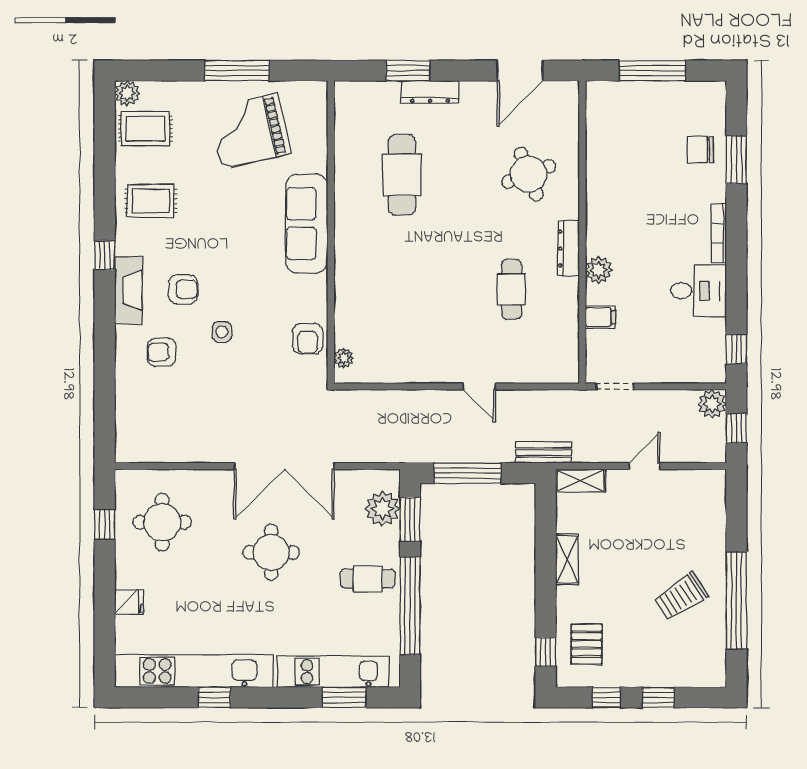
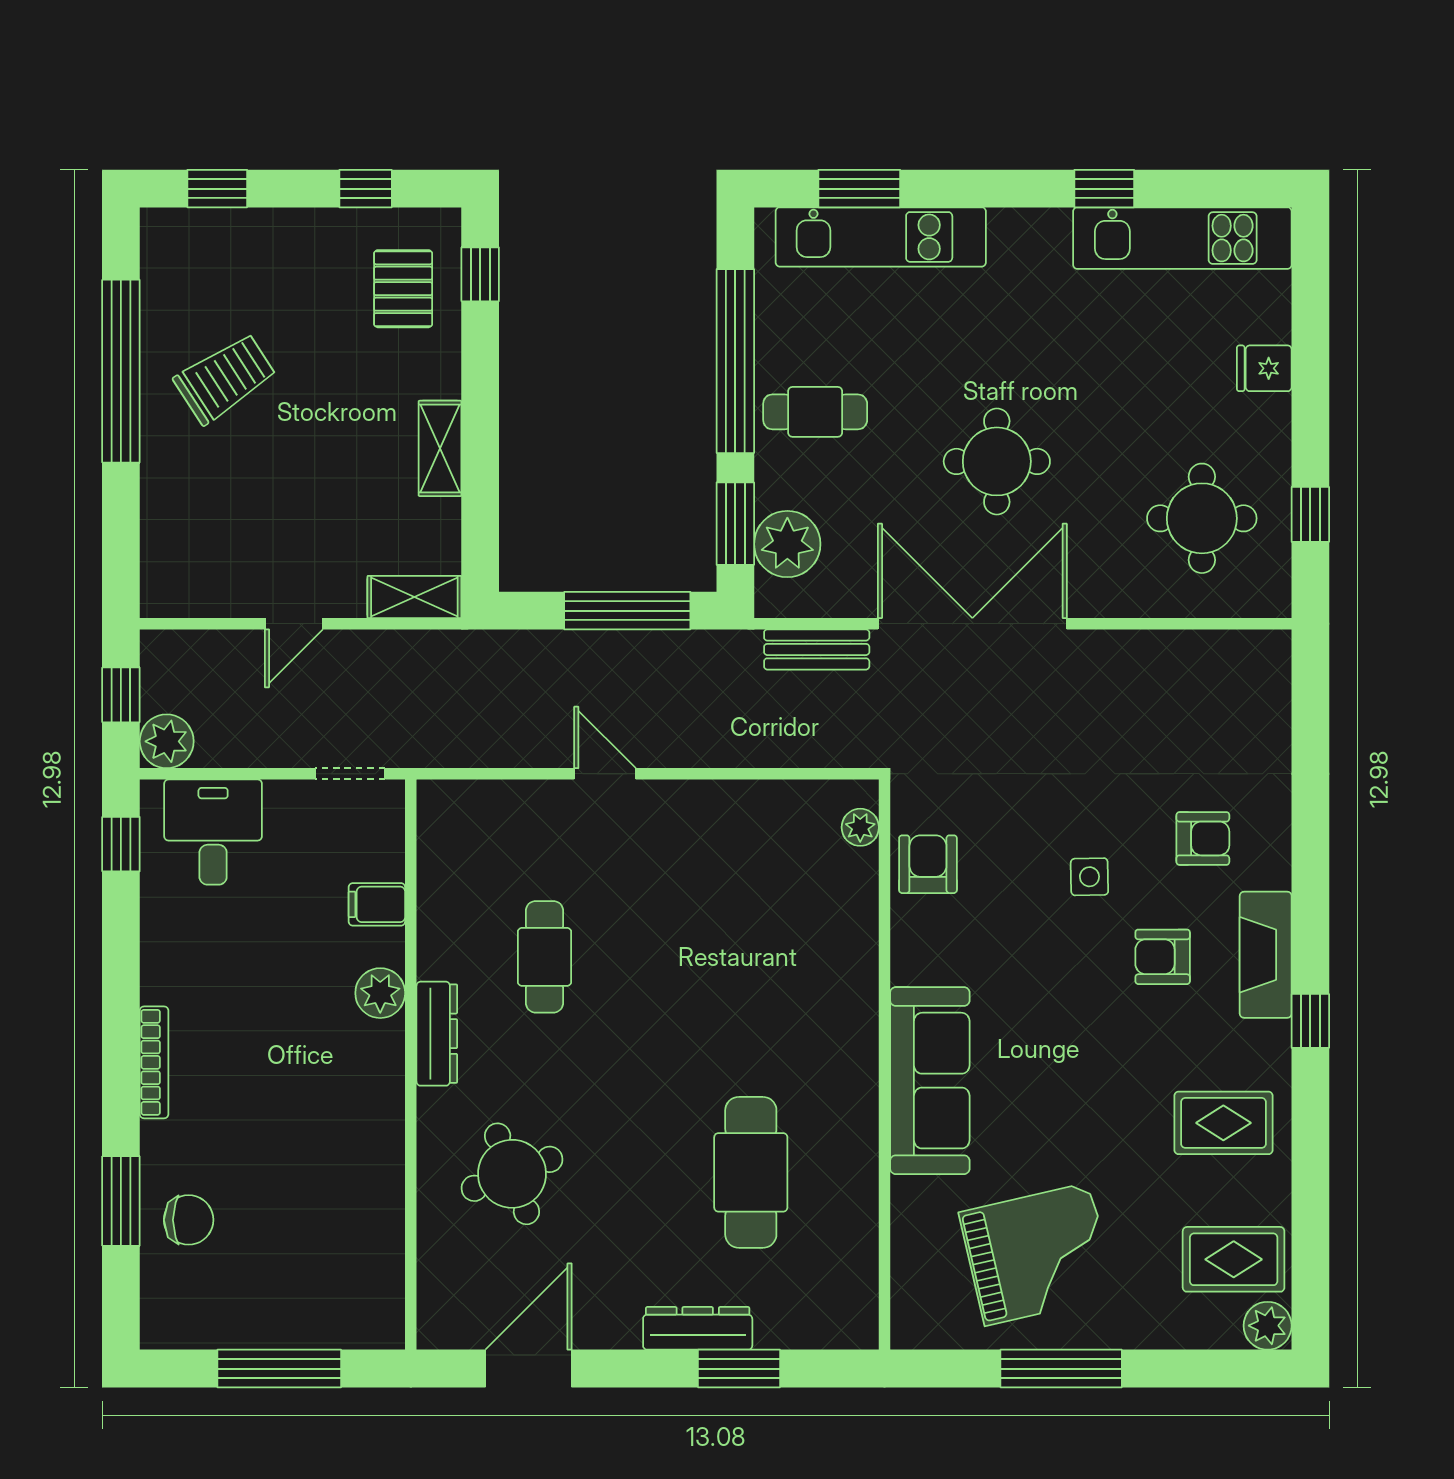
desk: (698, 291) -> (213, 832), moved, turned 90
bench: (544, 453) -> (817, 649), moved
kitchen unit: (194, 671) -> (1182, 238), width x0.73
window: (658, 697) -> (217, 189), moved

